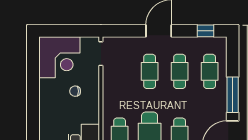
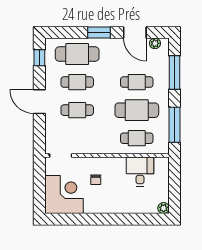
cafe table: (210, 71) -> (77, 54), width x1.37, depth x1.35
window: (233, 95) -> (99, 33), width x0.69

